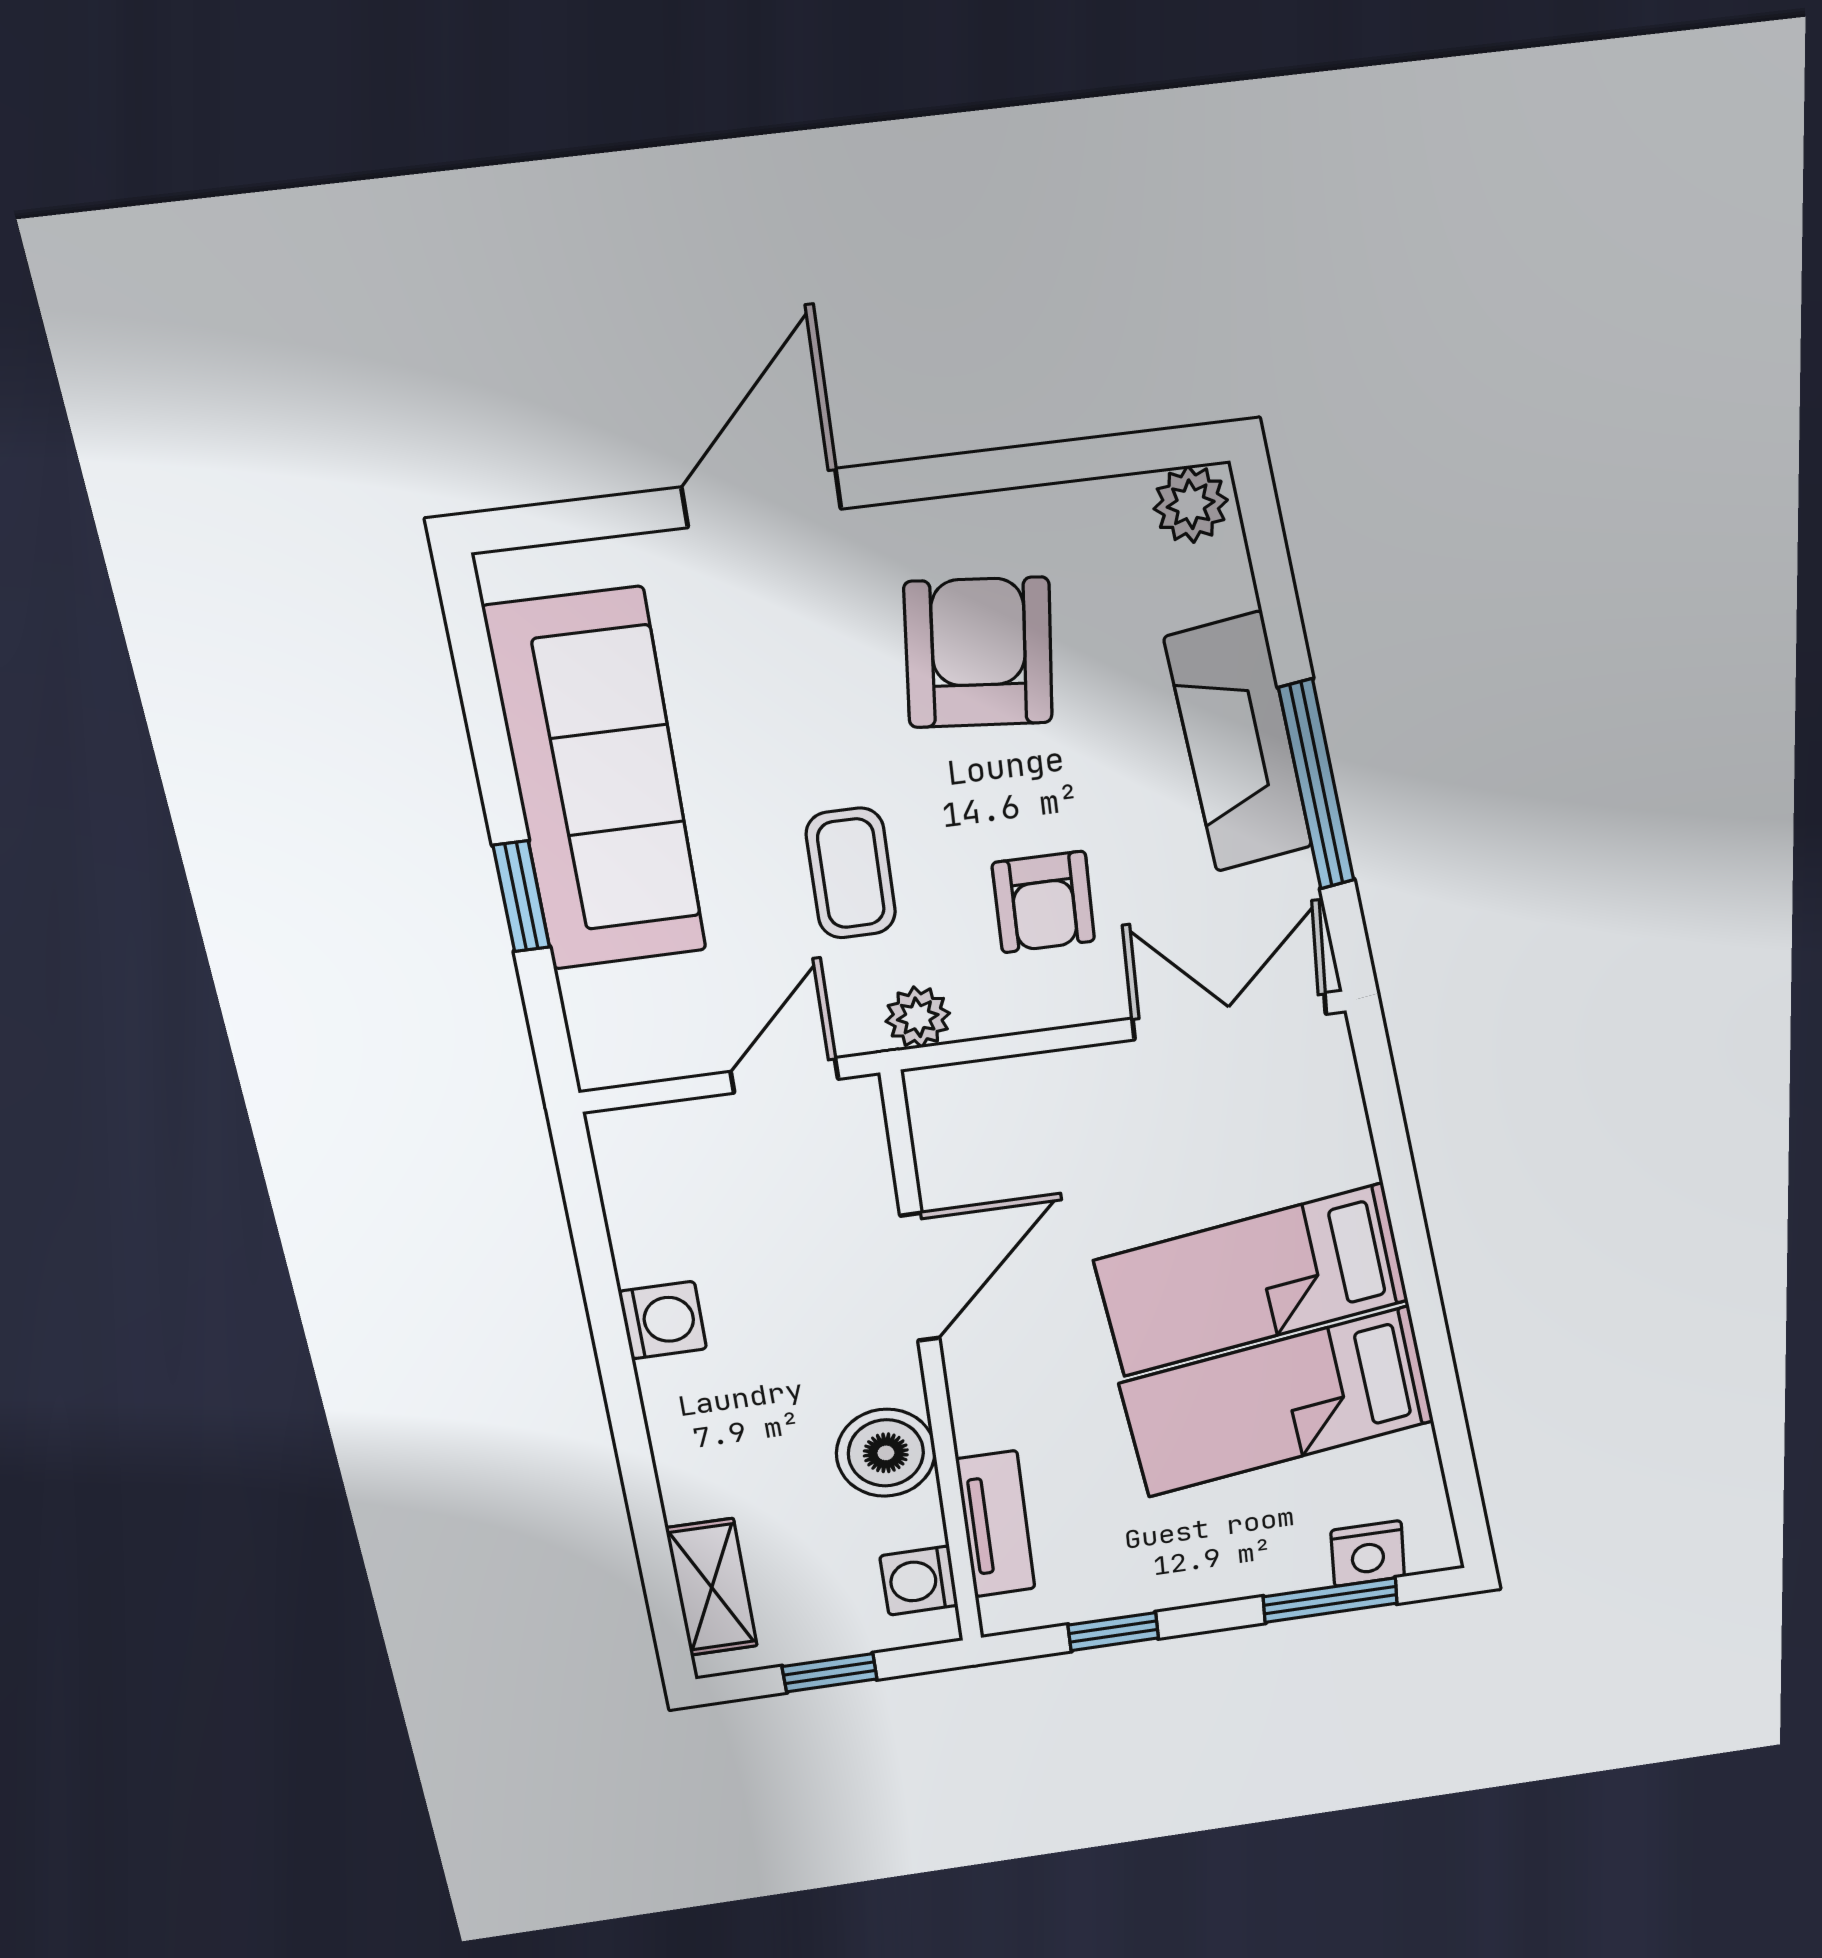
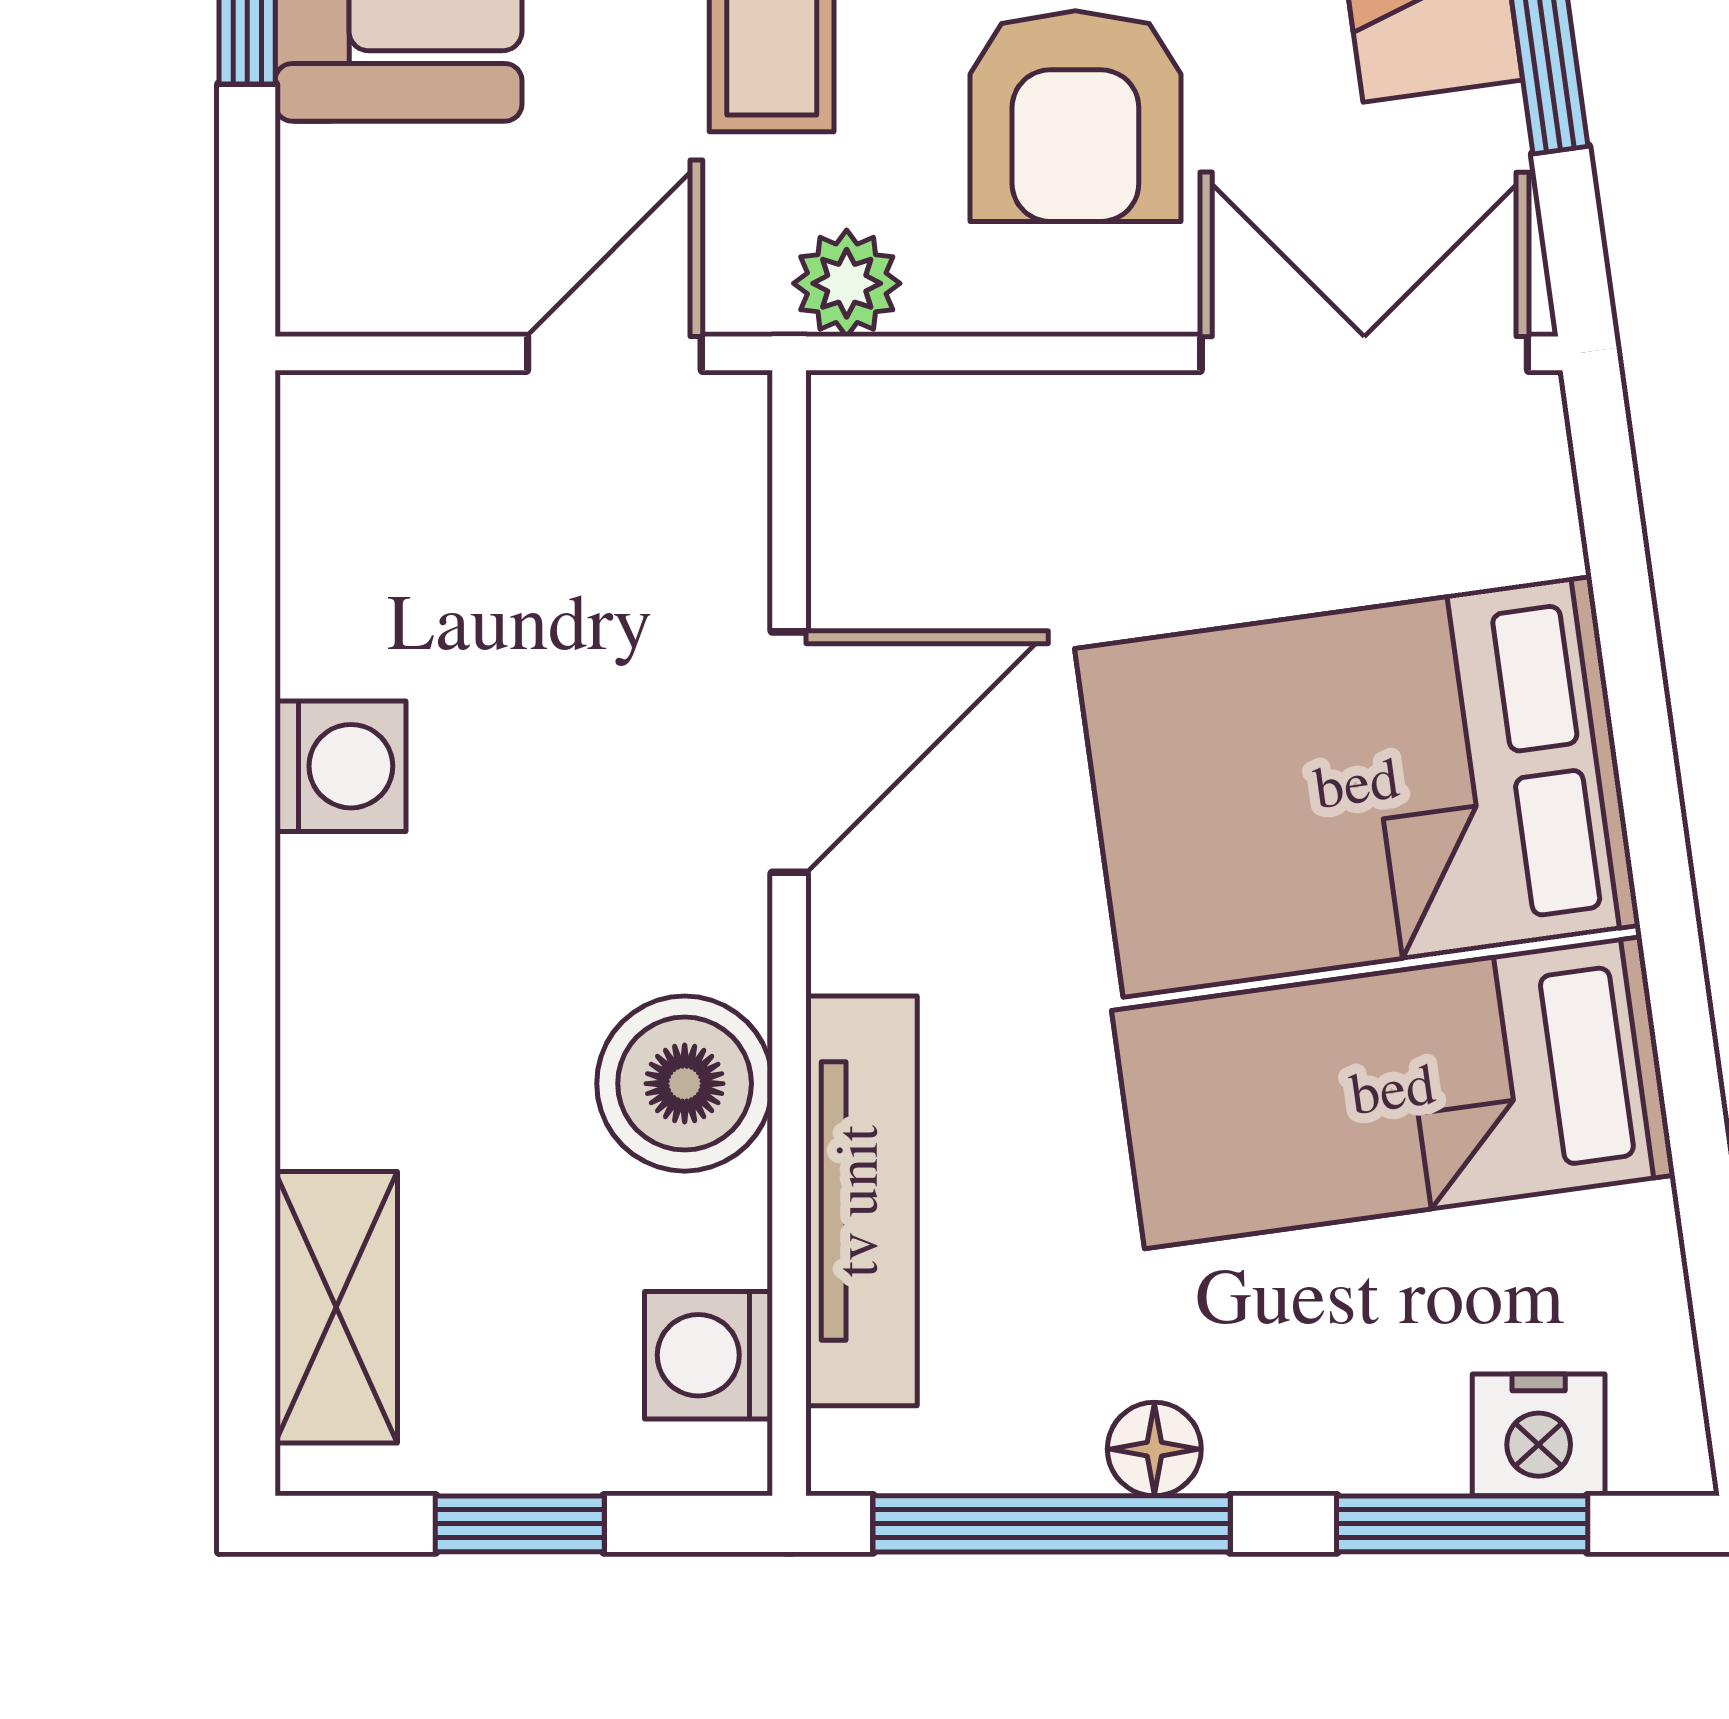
armchair: (1044, 902) -> (1075, 116), width x1.38, depth x1.38
bed: (1252, 1280) -> (1357, 787), width x1.50
tv unit: (996, 1524) -> (861, 1201), width x1.41
floor lamp: (1164, 1590) -> (1154, 1449), added
window: (1113, 1632) -> (1052, 1524), width x2.17

